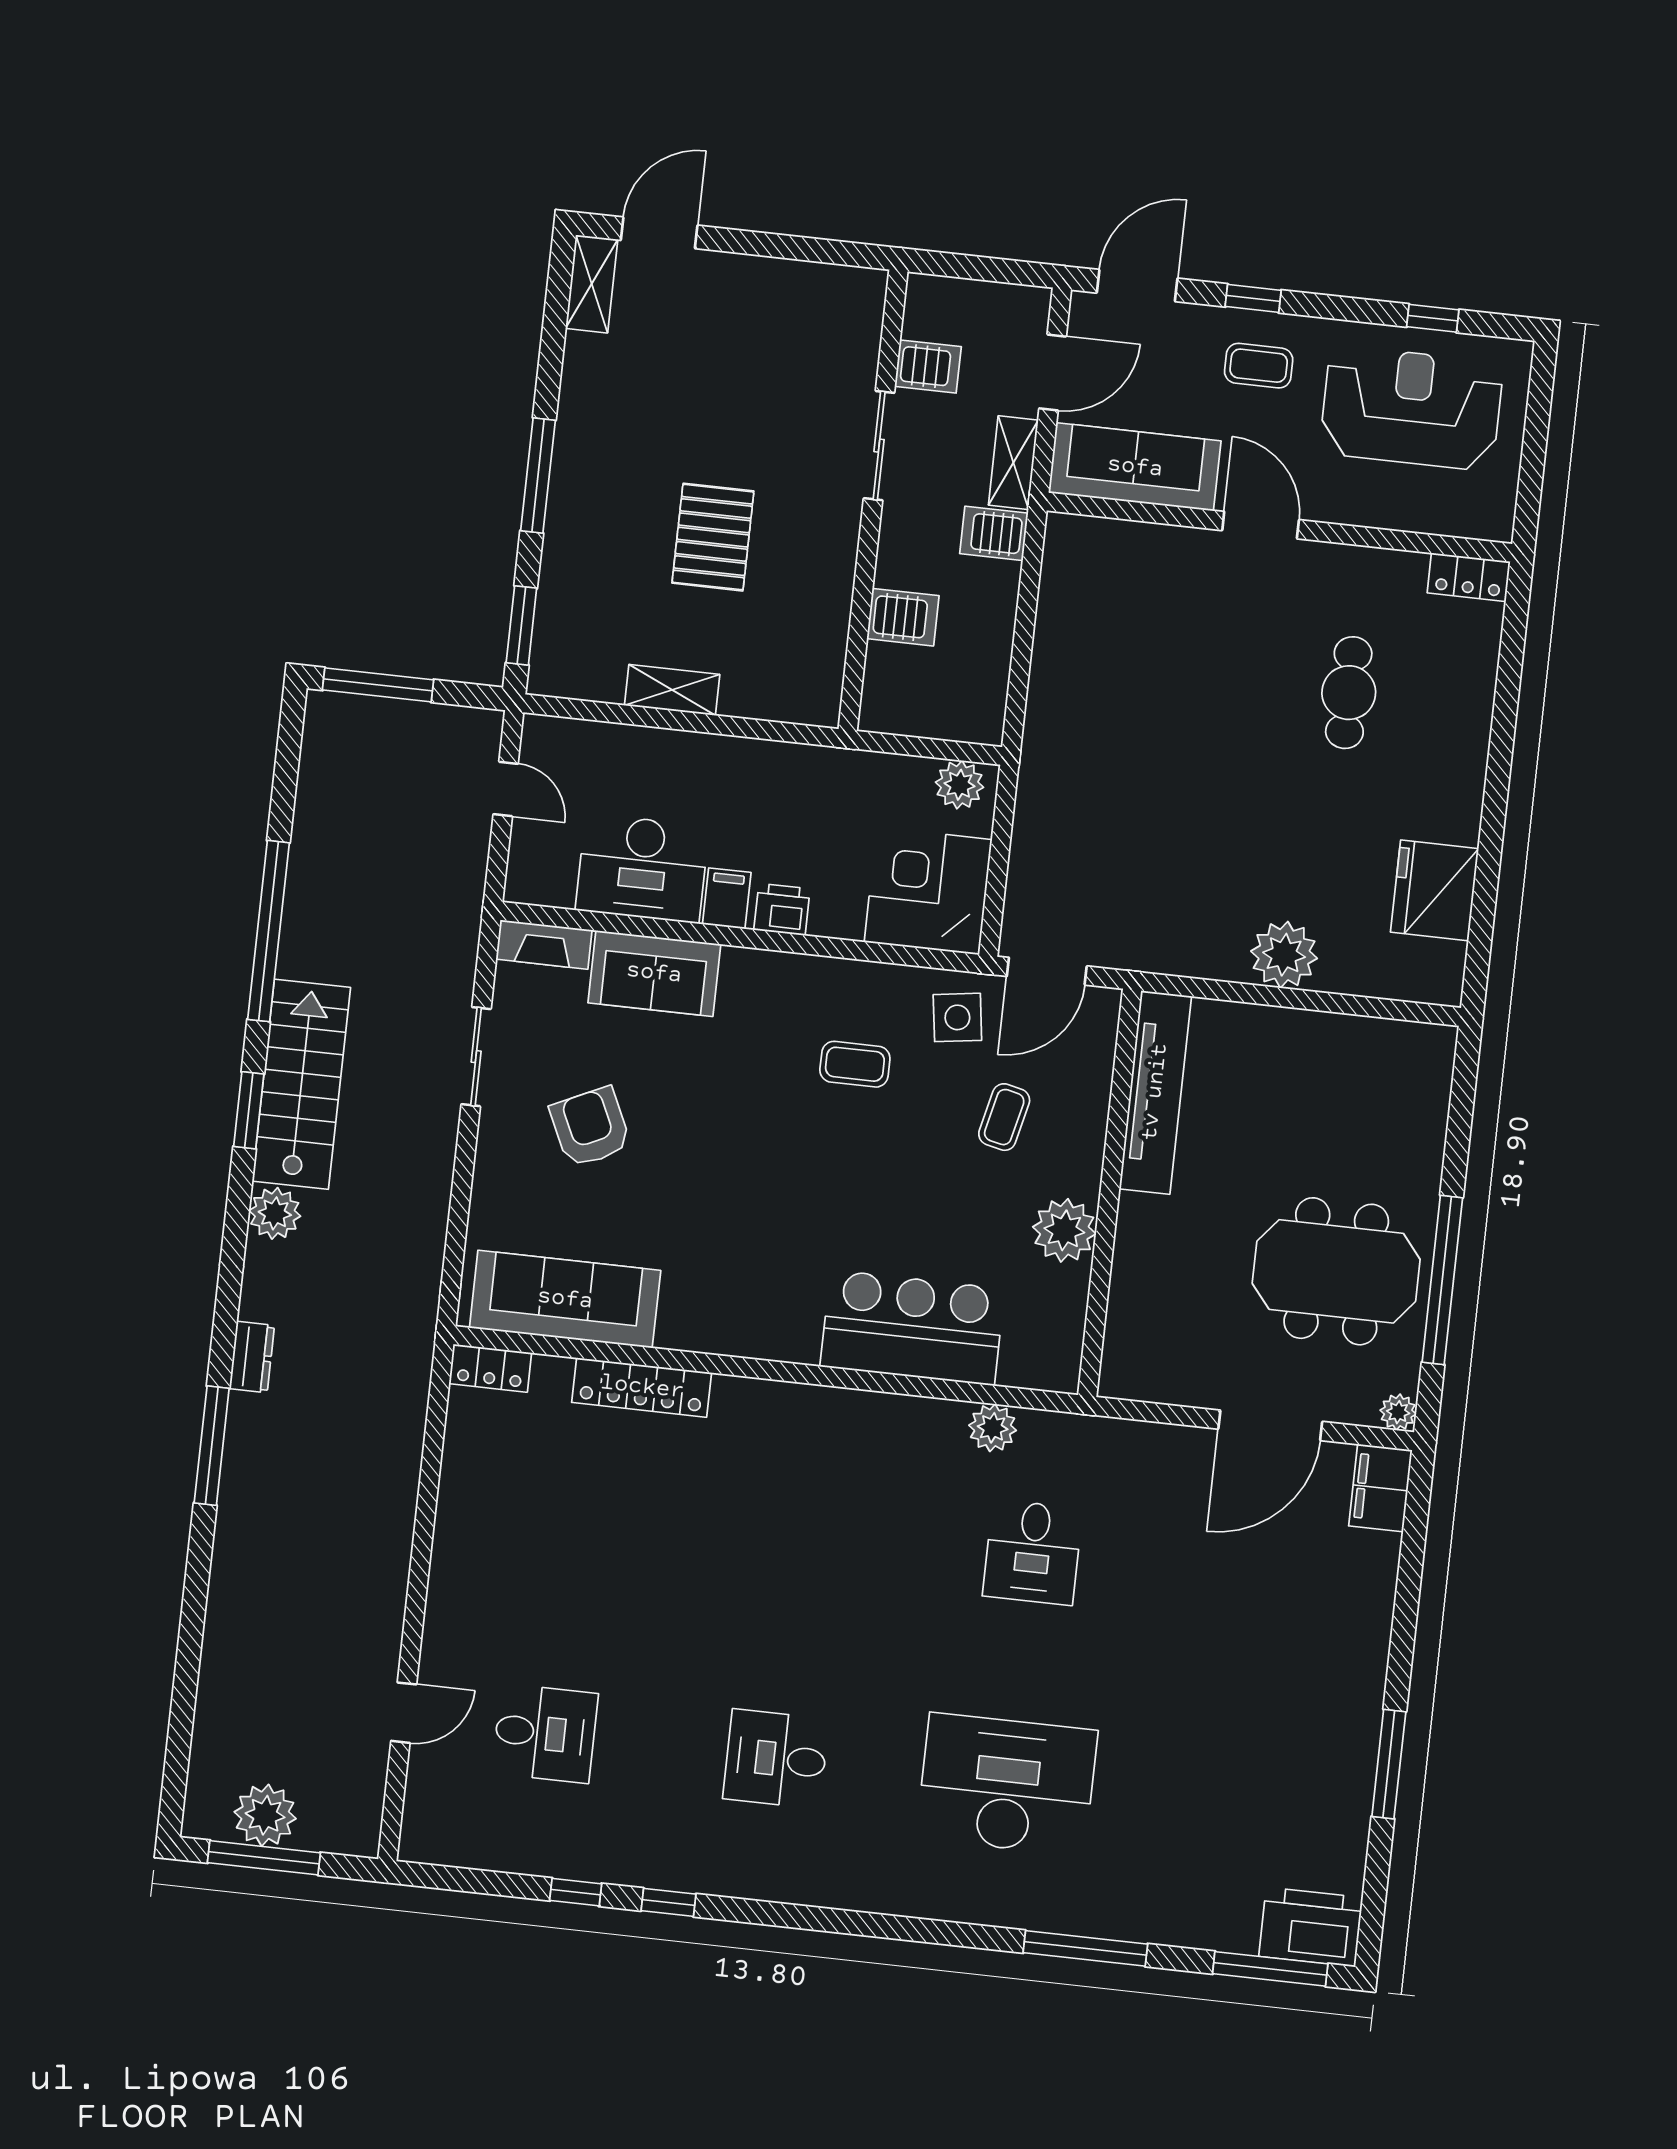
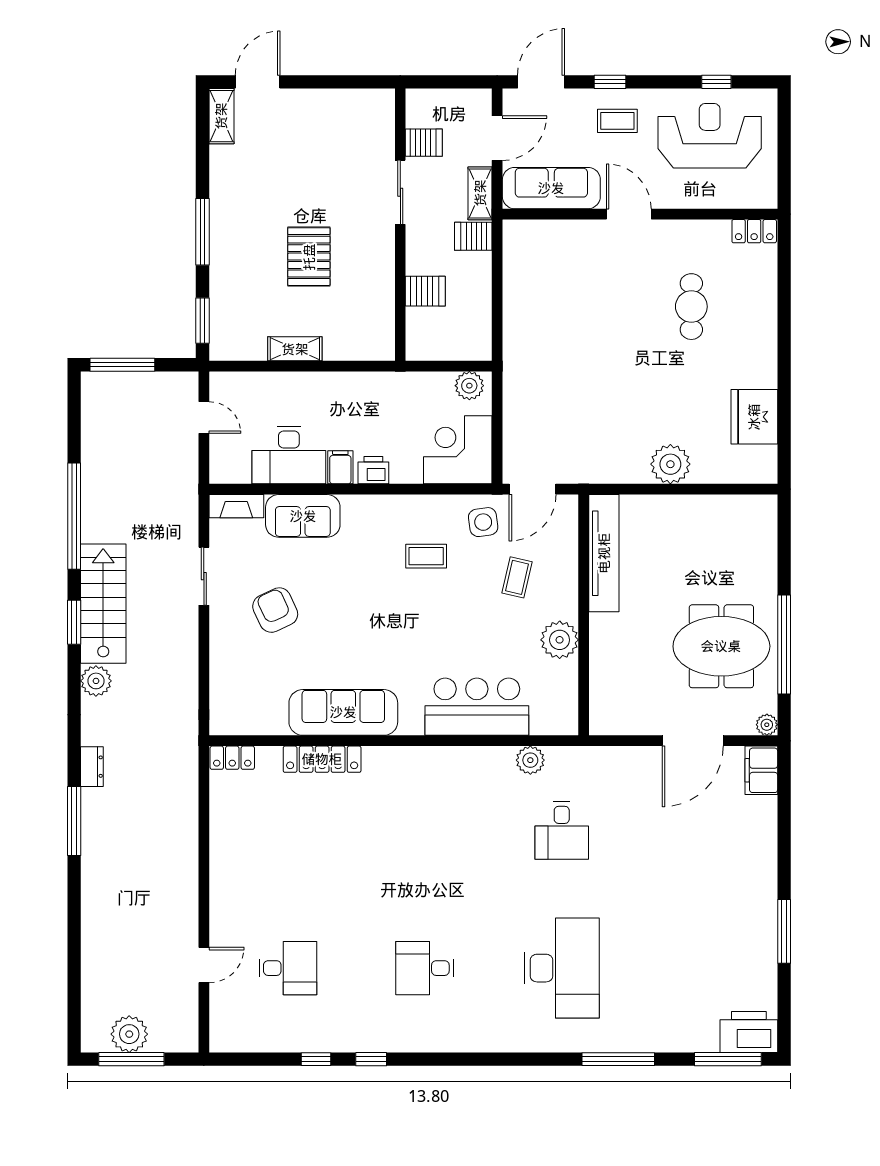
sofa: (565, 1299) -> (343, 712), moved
desk: (1007, 1784) -> (562, 968), turned 90

